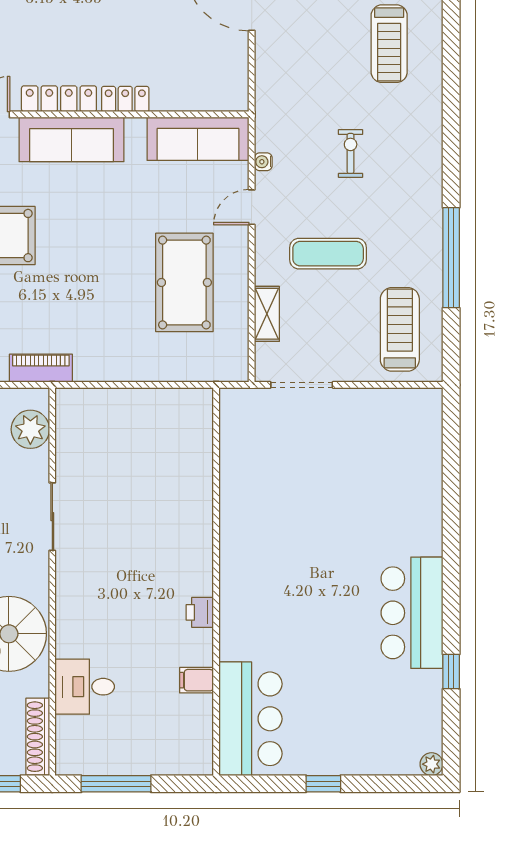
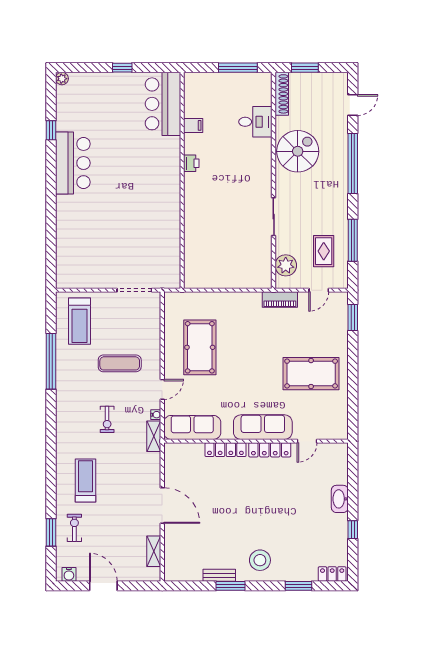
locker: (125, 99) -> (225, 450), width x1.53
shelving: (267, 314) -> (154, 436), moved

